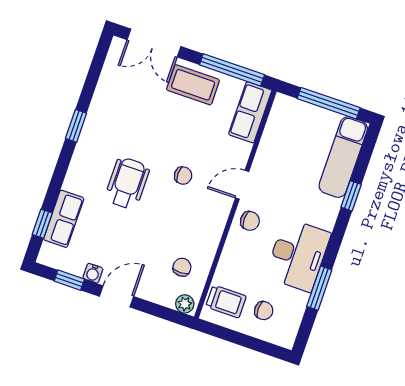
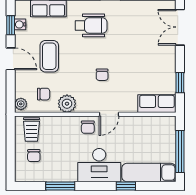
window: (232, 70) -> (180, 83), width x0.46
coffee table: (193, 85) -> (49, 56), moved
wheelchair: (127, 183) -> (91, 25), moved
door: (242, 185) -> (109, 114), swing flipped
plant: (207, 239) -> (67, 104), added
desk: (298, 255) -> (99, 165), moved
water cooler: (93, 273) -> (20, 24), moved

